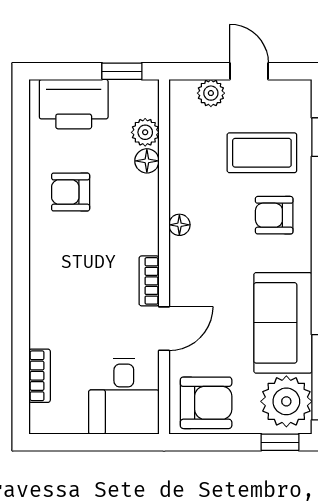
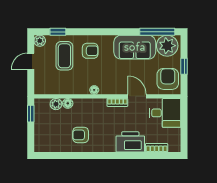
plant: (211, 93) -> (40, 41), moved
printer: (74, 104) -> (130, 142), moved, turned -90
armchair: (71, 192) -> (81, 135), turned 90
armchair: (274, 215) -> (90, 51), turned -90
window: (280, 442) -> (184, 66), moved

